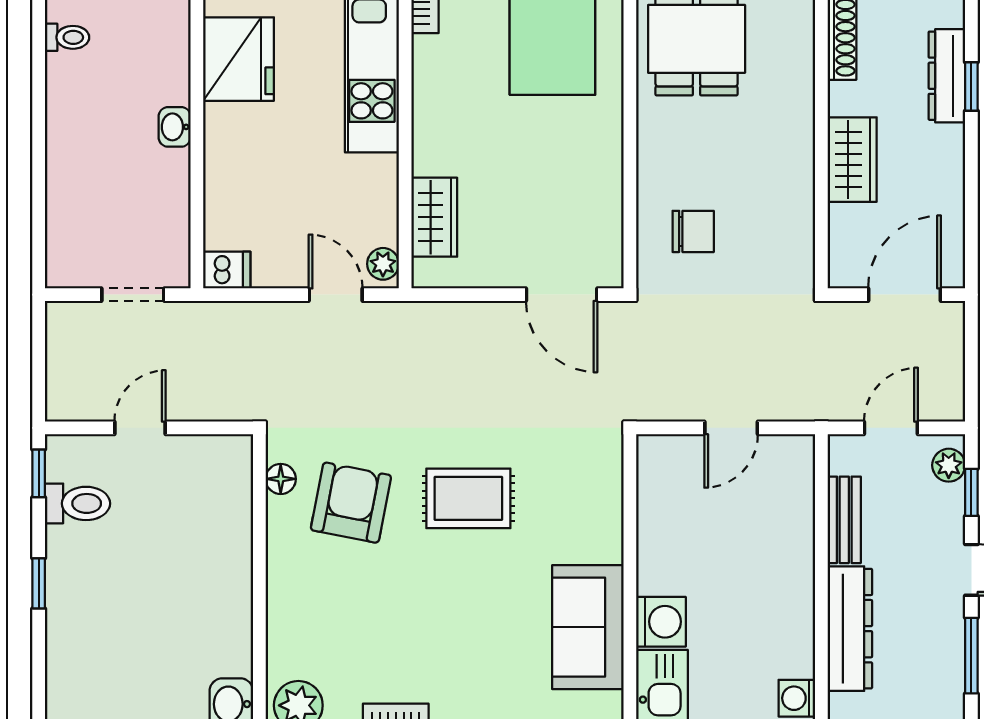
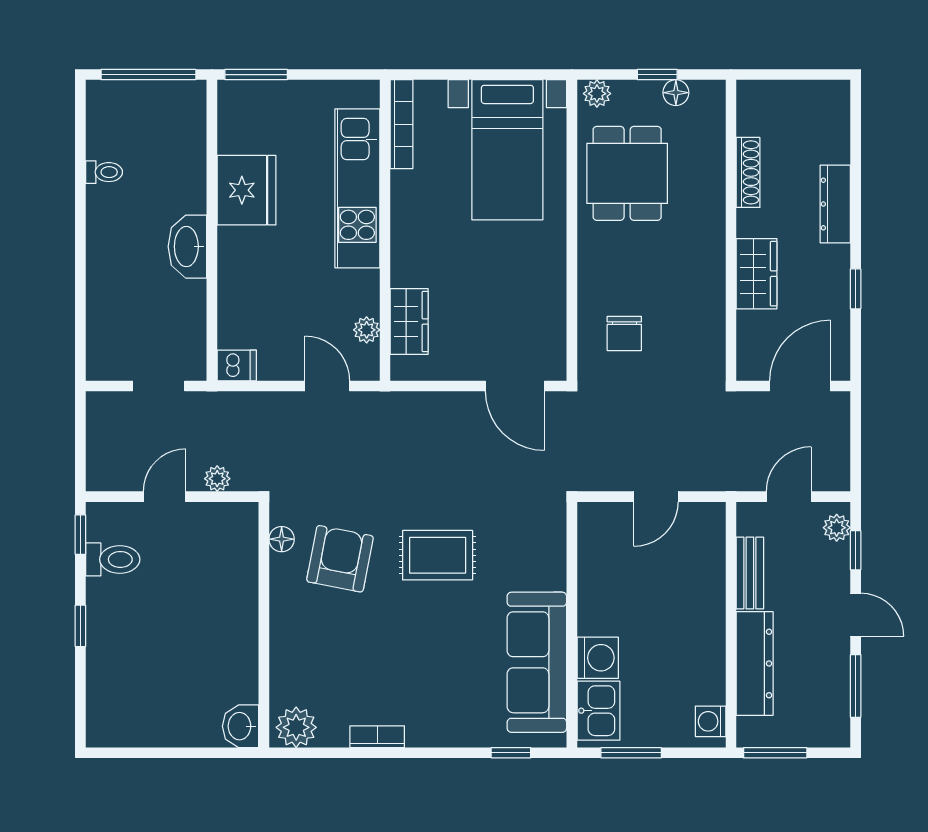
window: (971, 86) -> (856, 289), moved
washbasin: (175, 127) -> (187, 247), width x1.91, depth x1.45
chair: (693, 231) -> (624, 333), turned 90
plant: (383, 264) -> (367, 330), moved
plant: (203, 406) -> (217, 479), added
sofa: (588, 627) -> (537, 662), width x1.36

